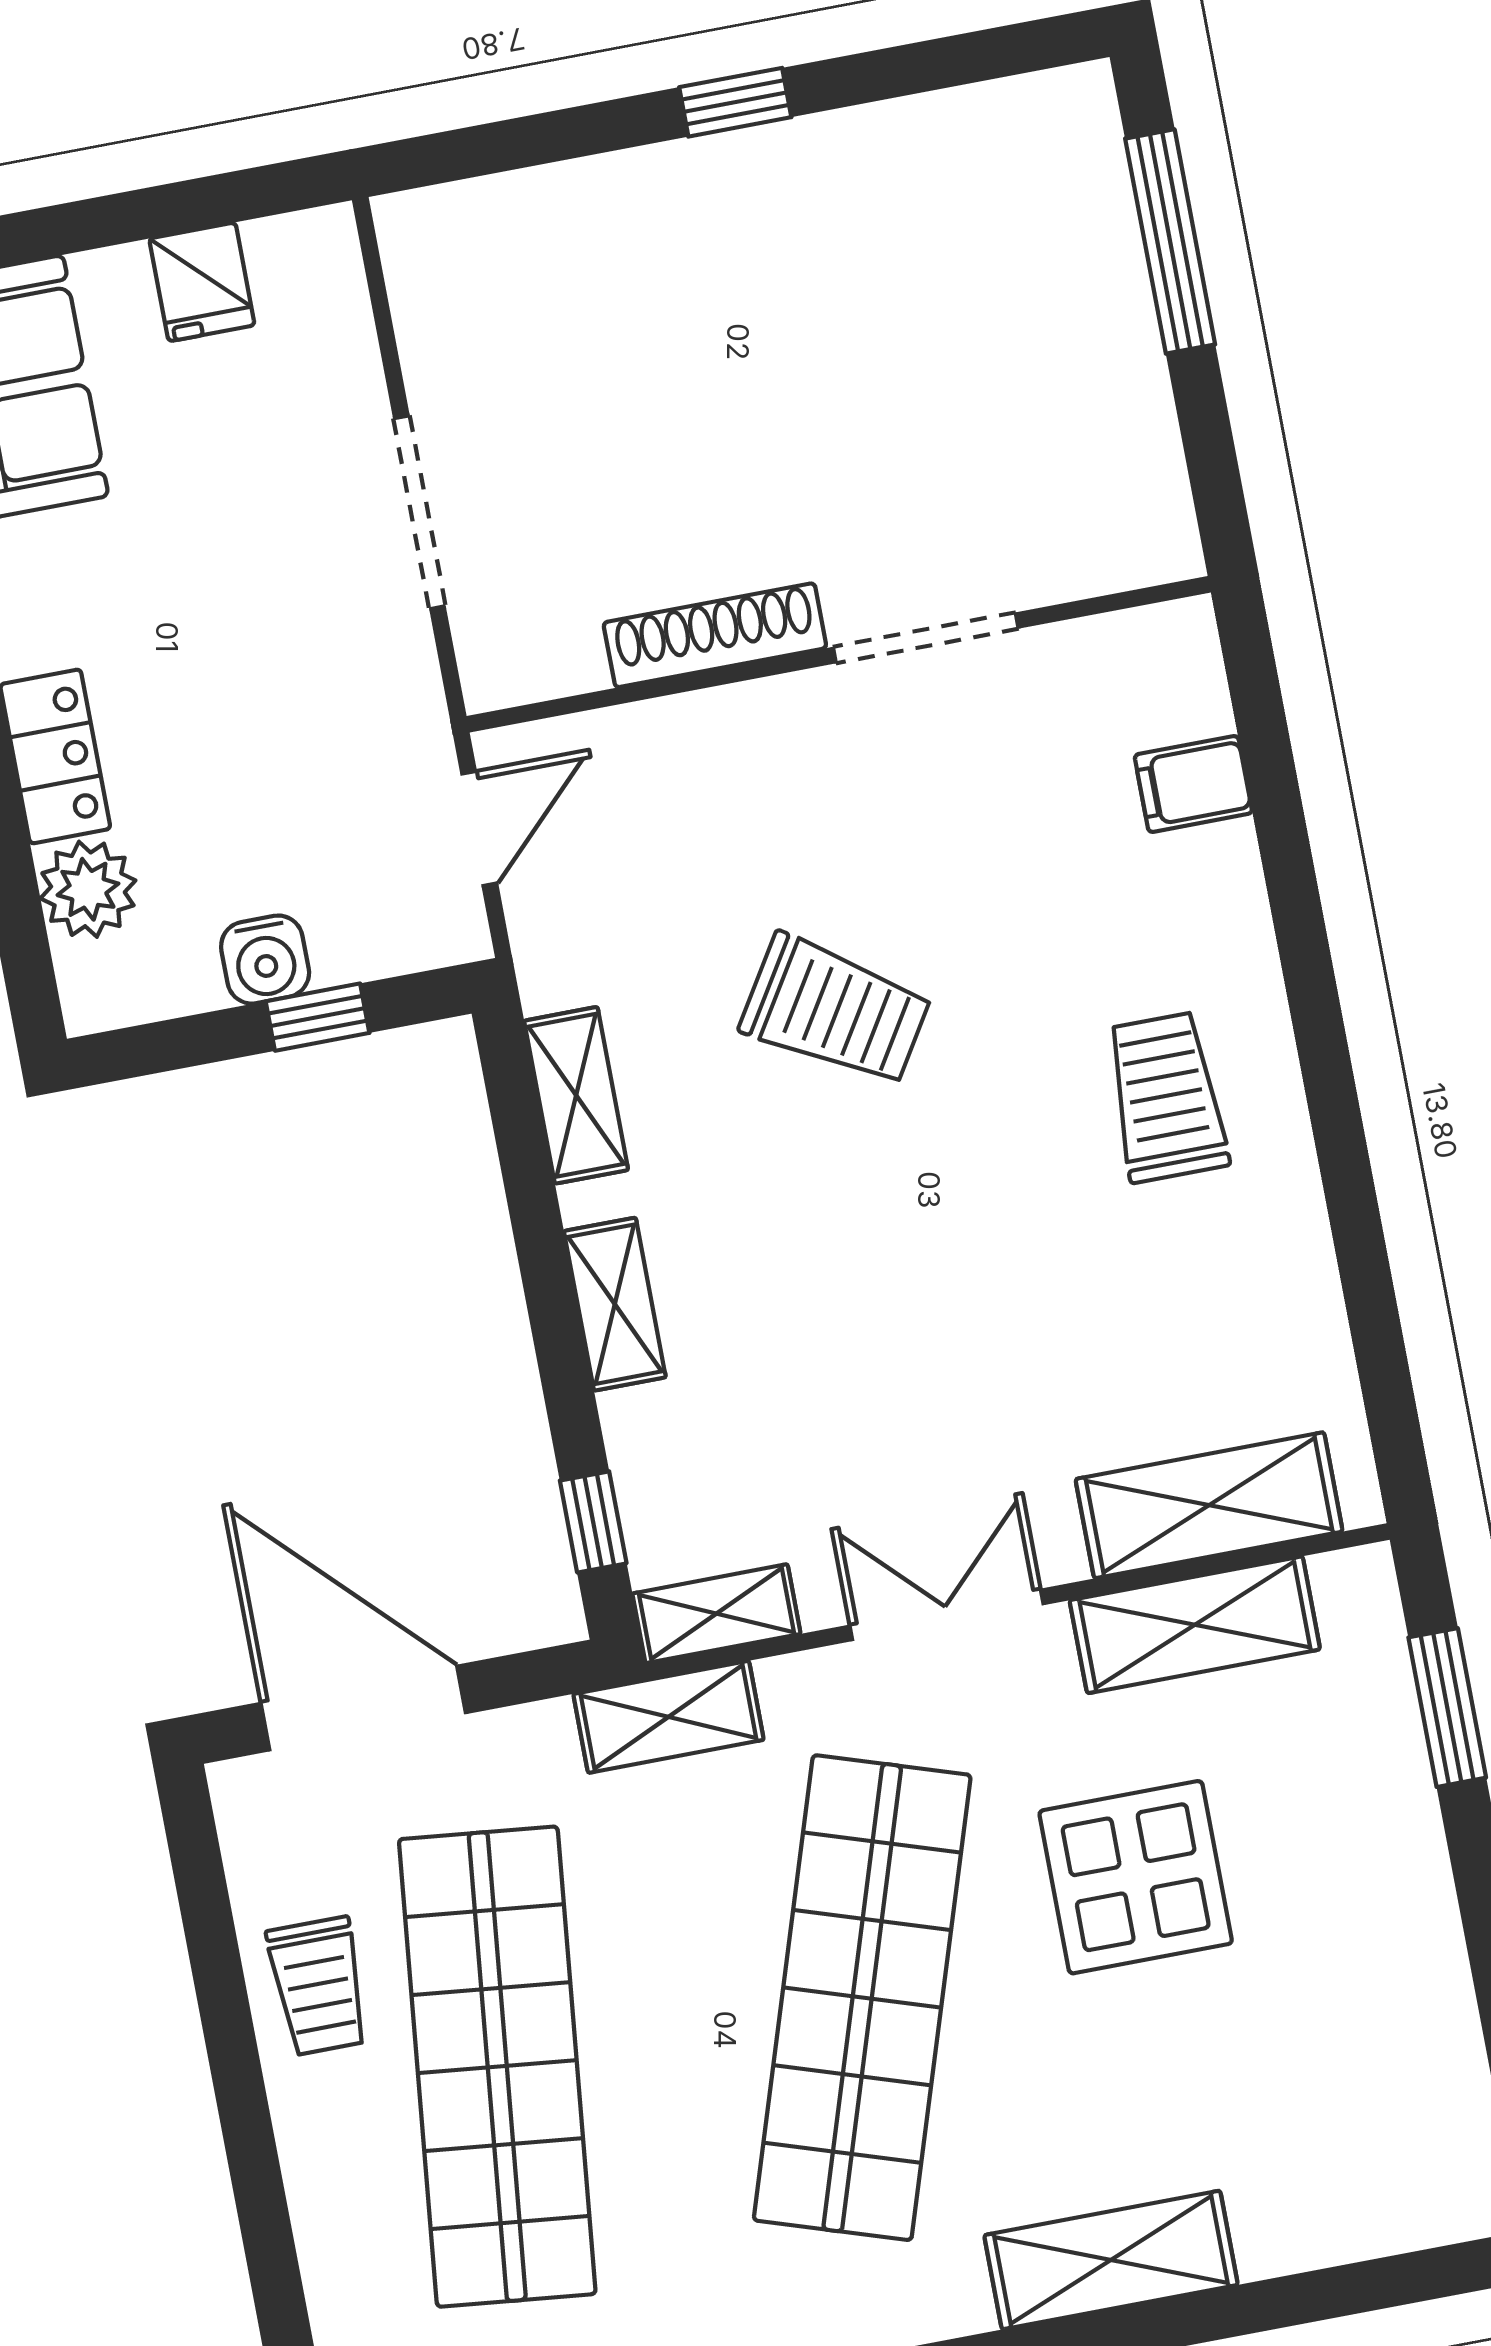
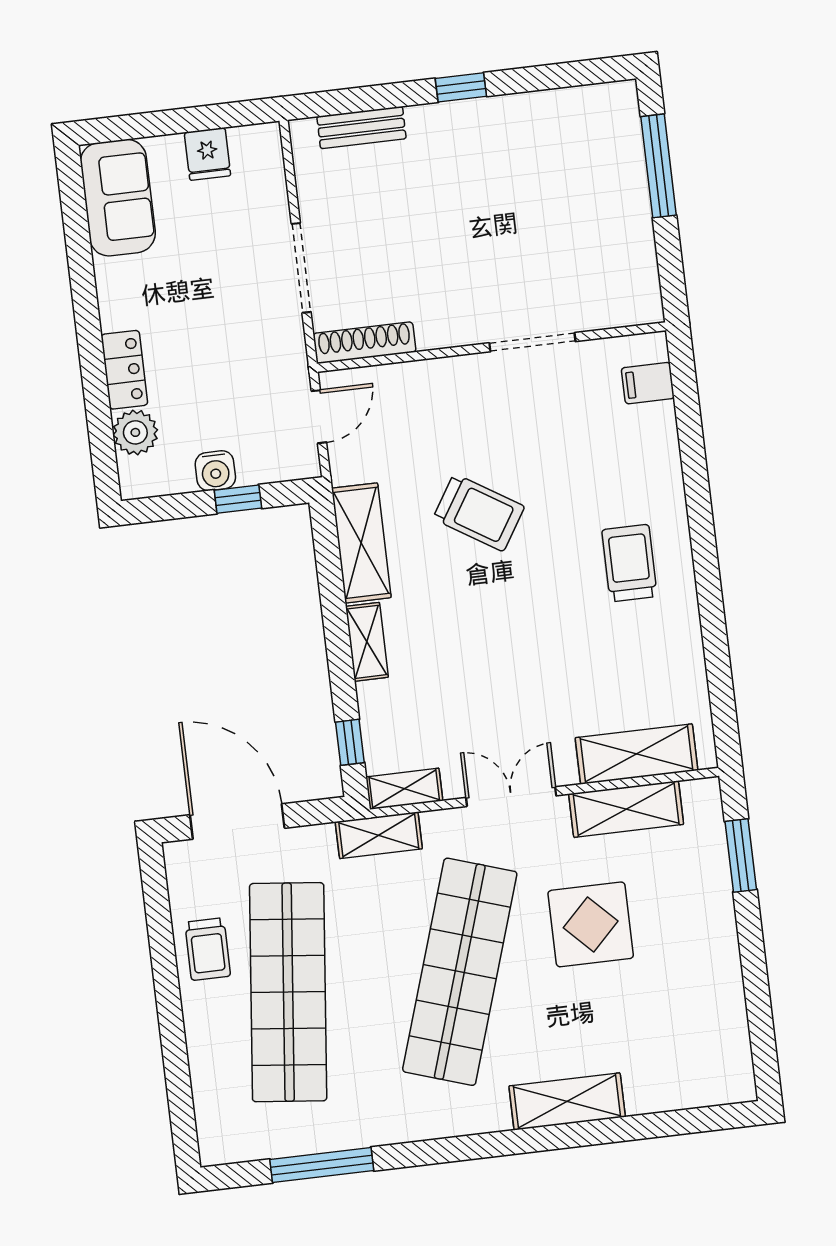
bench: (528, 203) -> (361, 128), added
shoe rack: (715, 635) -> (365, 343), moved
filing cabinet: (1193, 784) -> (648, 383), moved
shelving: (576, 1095) -> (361, 543), width x1.50, depth x1.33

